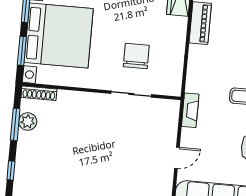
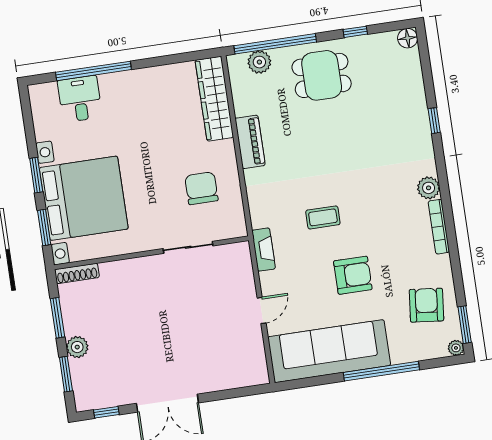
chair: (136, 56) -> (201, 188), moved
plant: (28, 122) -> (77, 347), moved
window: (11, 170) -> (66, 374), width x1.50

